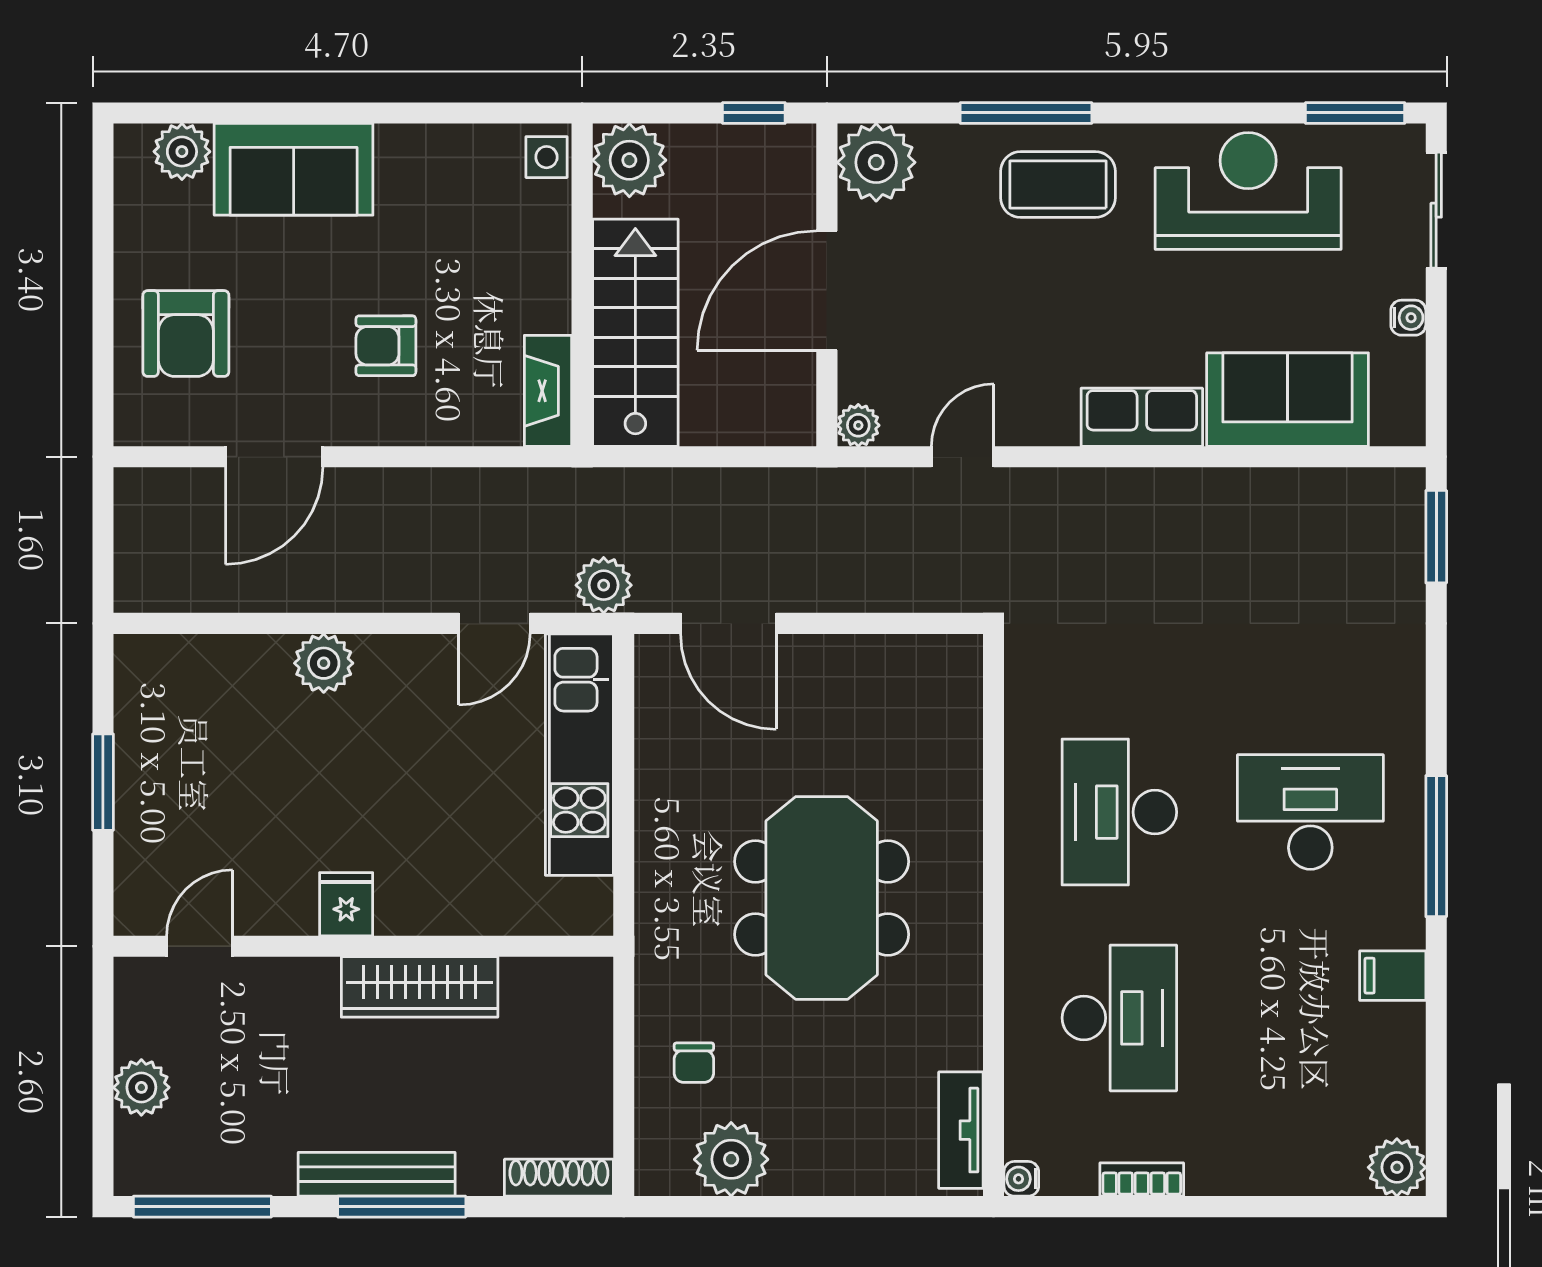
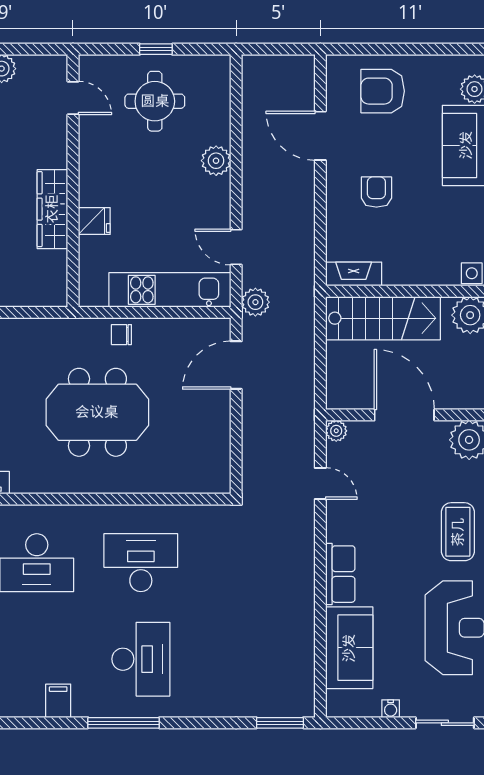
window: (103, 782) -> (156, 49), width x0.67
round table: (206, 784) -> (155, 101), added
fridge: (346, 904) -> (94, 221), moved
chair: (694, 1063) -> (121, 335), moved

